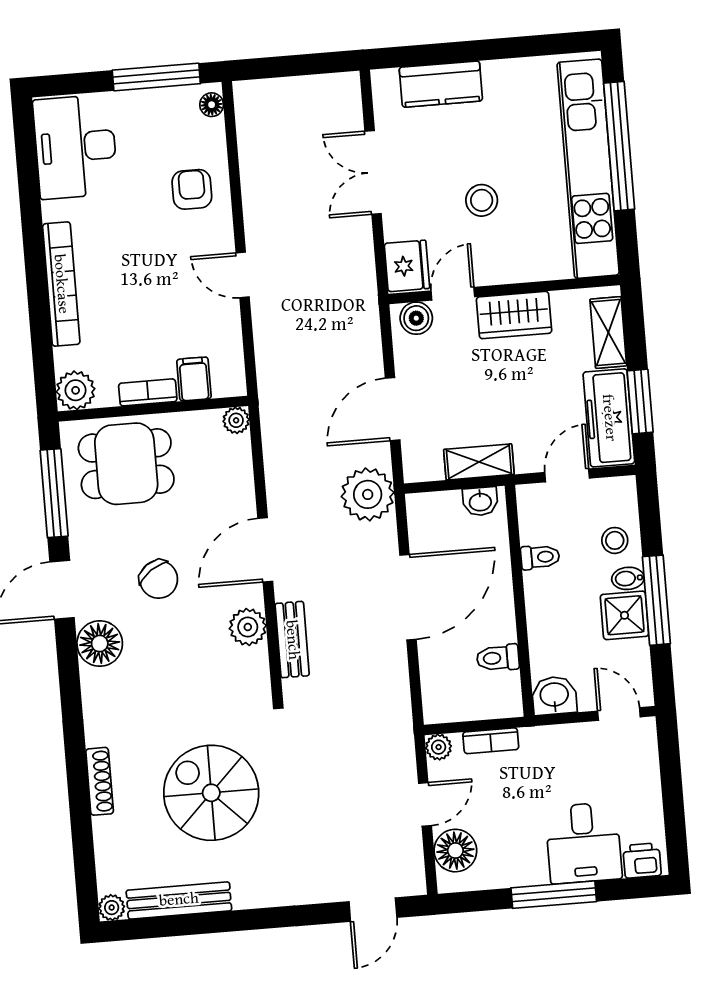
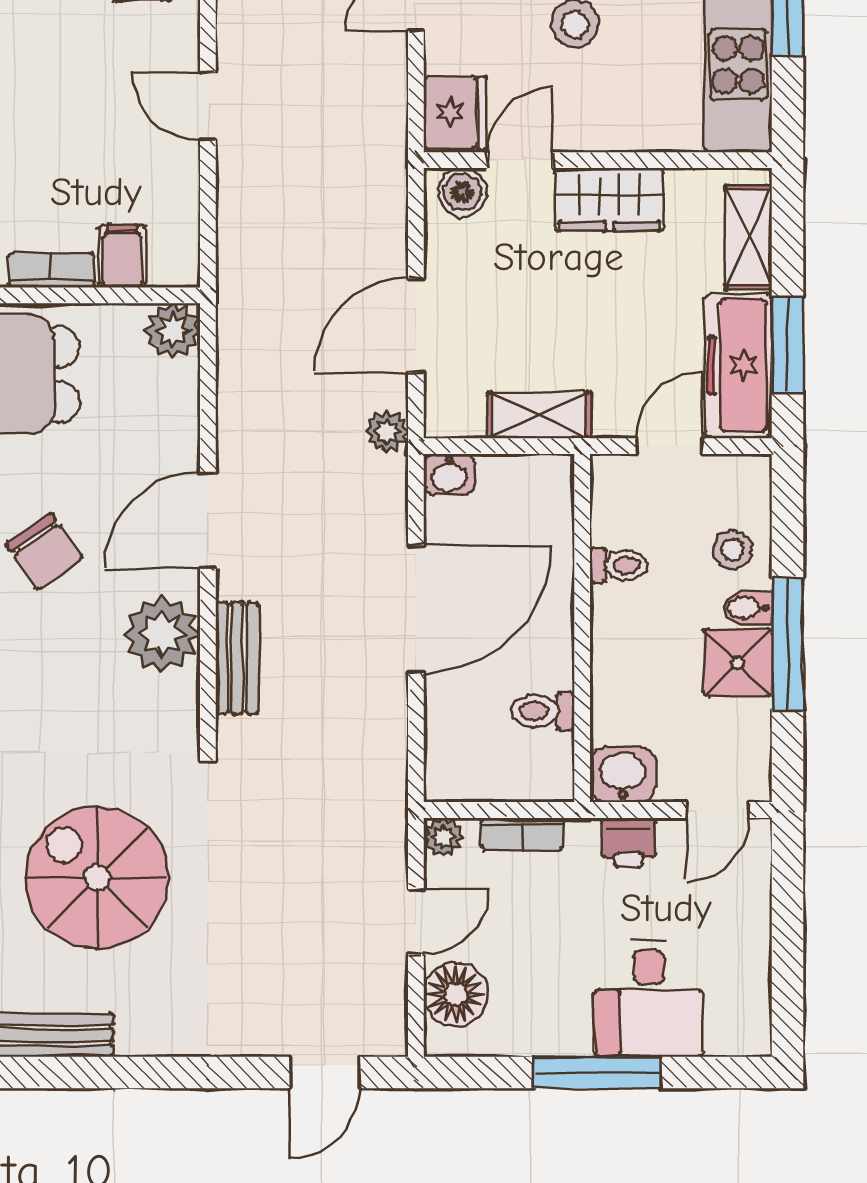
plant: (236, 420) -> (173, 331), width x1.38, depth x1.38
plant: (368, 494) -> (387, 432), width x0.53, depth x0.53
washbasin: (480, 501) -> (449, 475), moved
plant: (248, 627) -> (162, 634), width x1.36, depth x1.36
door: (619, 714) -> (717, 810), swing flipped
printer: (642, 860) -> (629, 843), moved, turned 180

